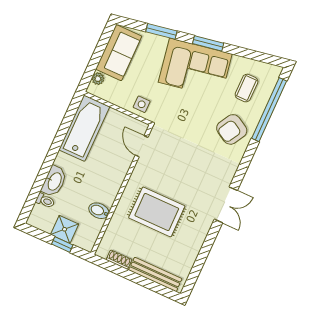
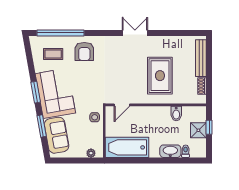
sofa: (119, 53) -> (57, 135), moved, turned 80
armchair: (232, 129) -> (84, 51), turned 60

